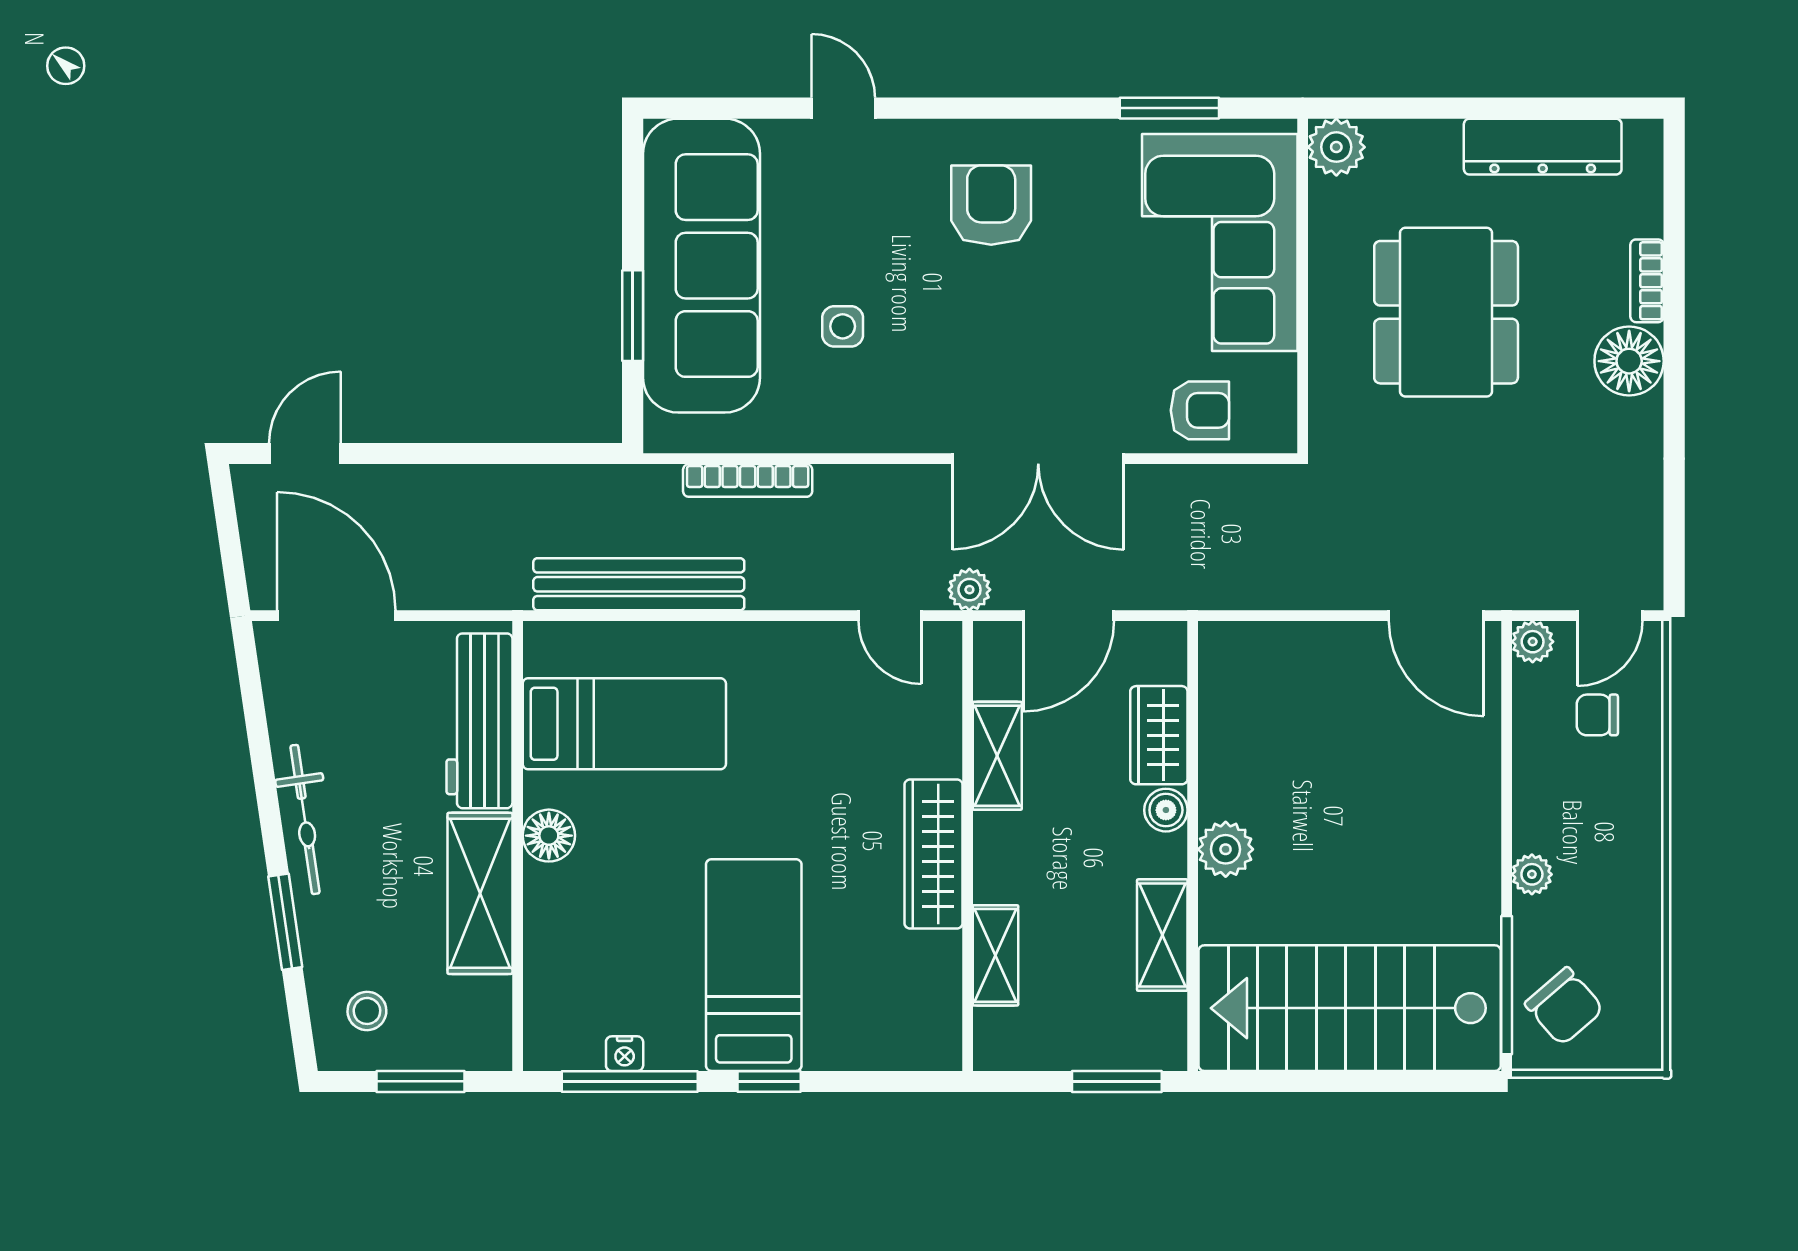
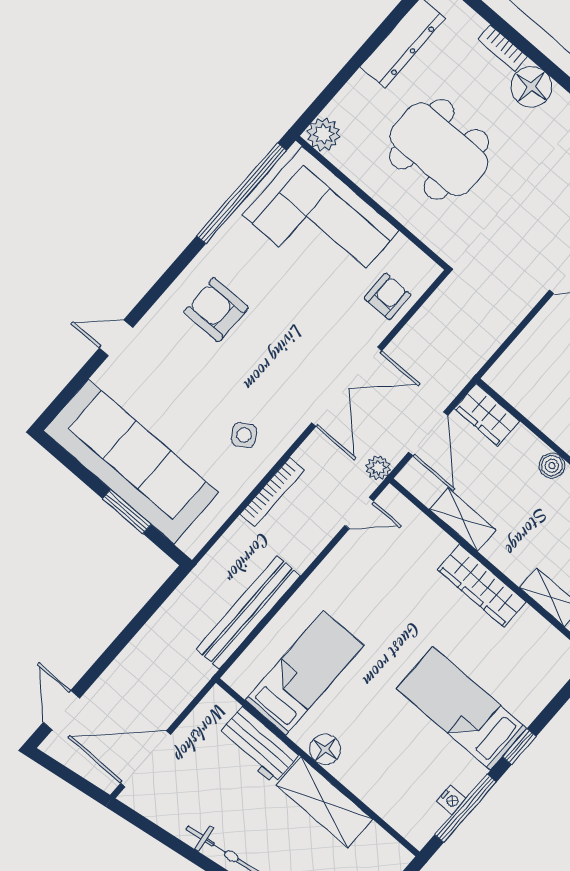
window: (1169, 108) -> (242, 193), width x2.11
side table: (843, 326) -> (244, 435), moved, turned -31
bookcase: (748, 480) -> (272, 492), moved
workbench: (479, 721) -> (258, 745), width x0.73
wardrobe: (1159, 735) -> (487, 415), moved

